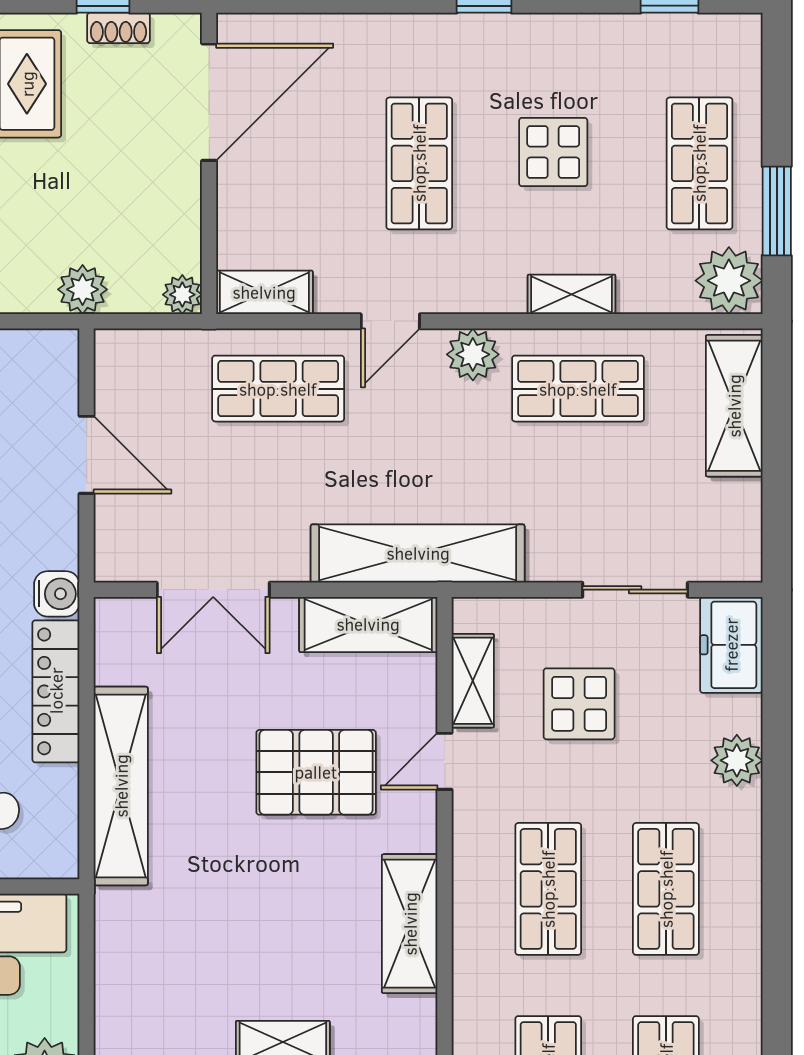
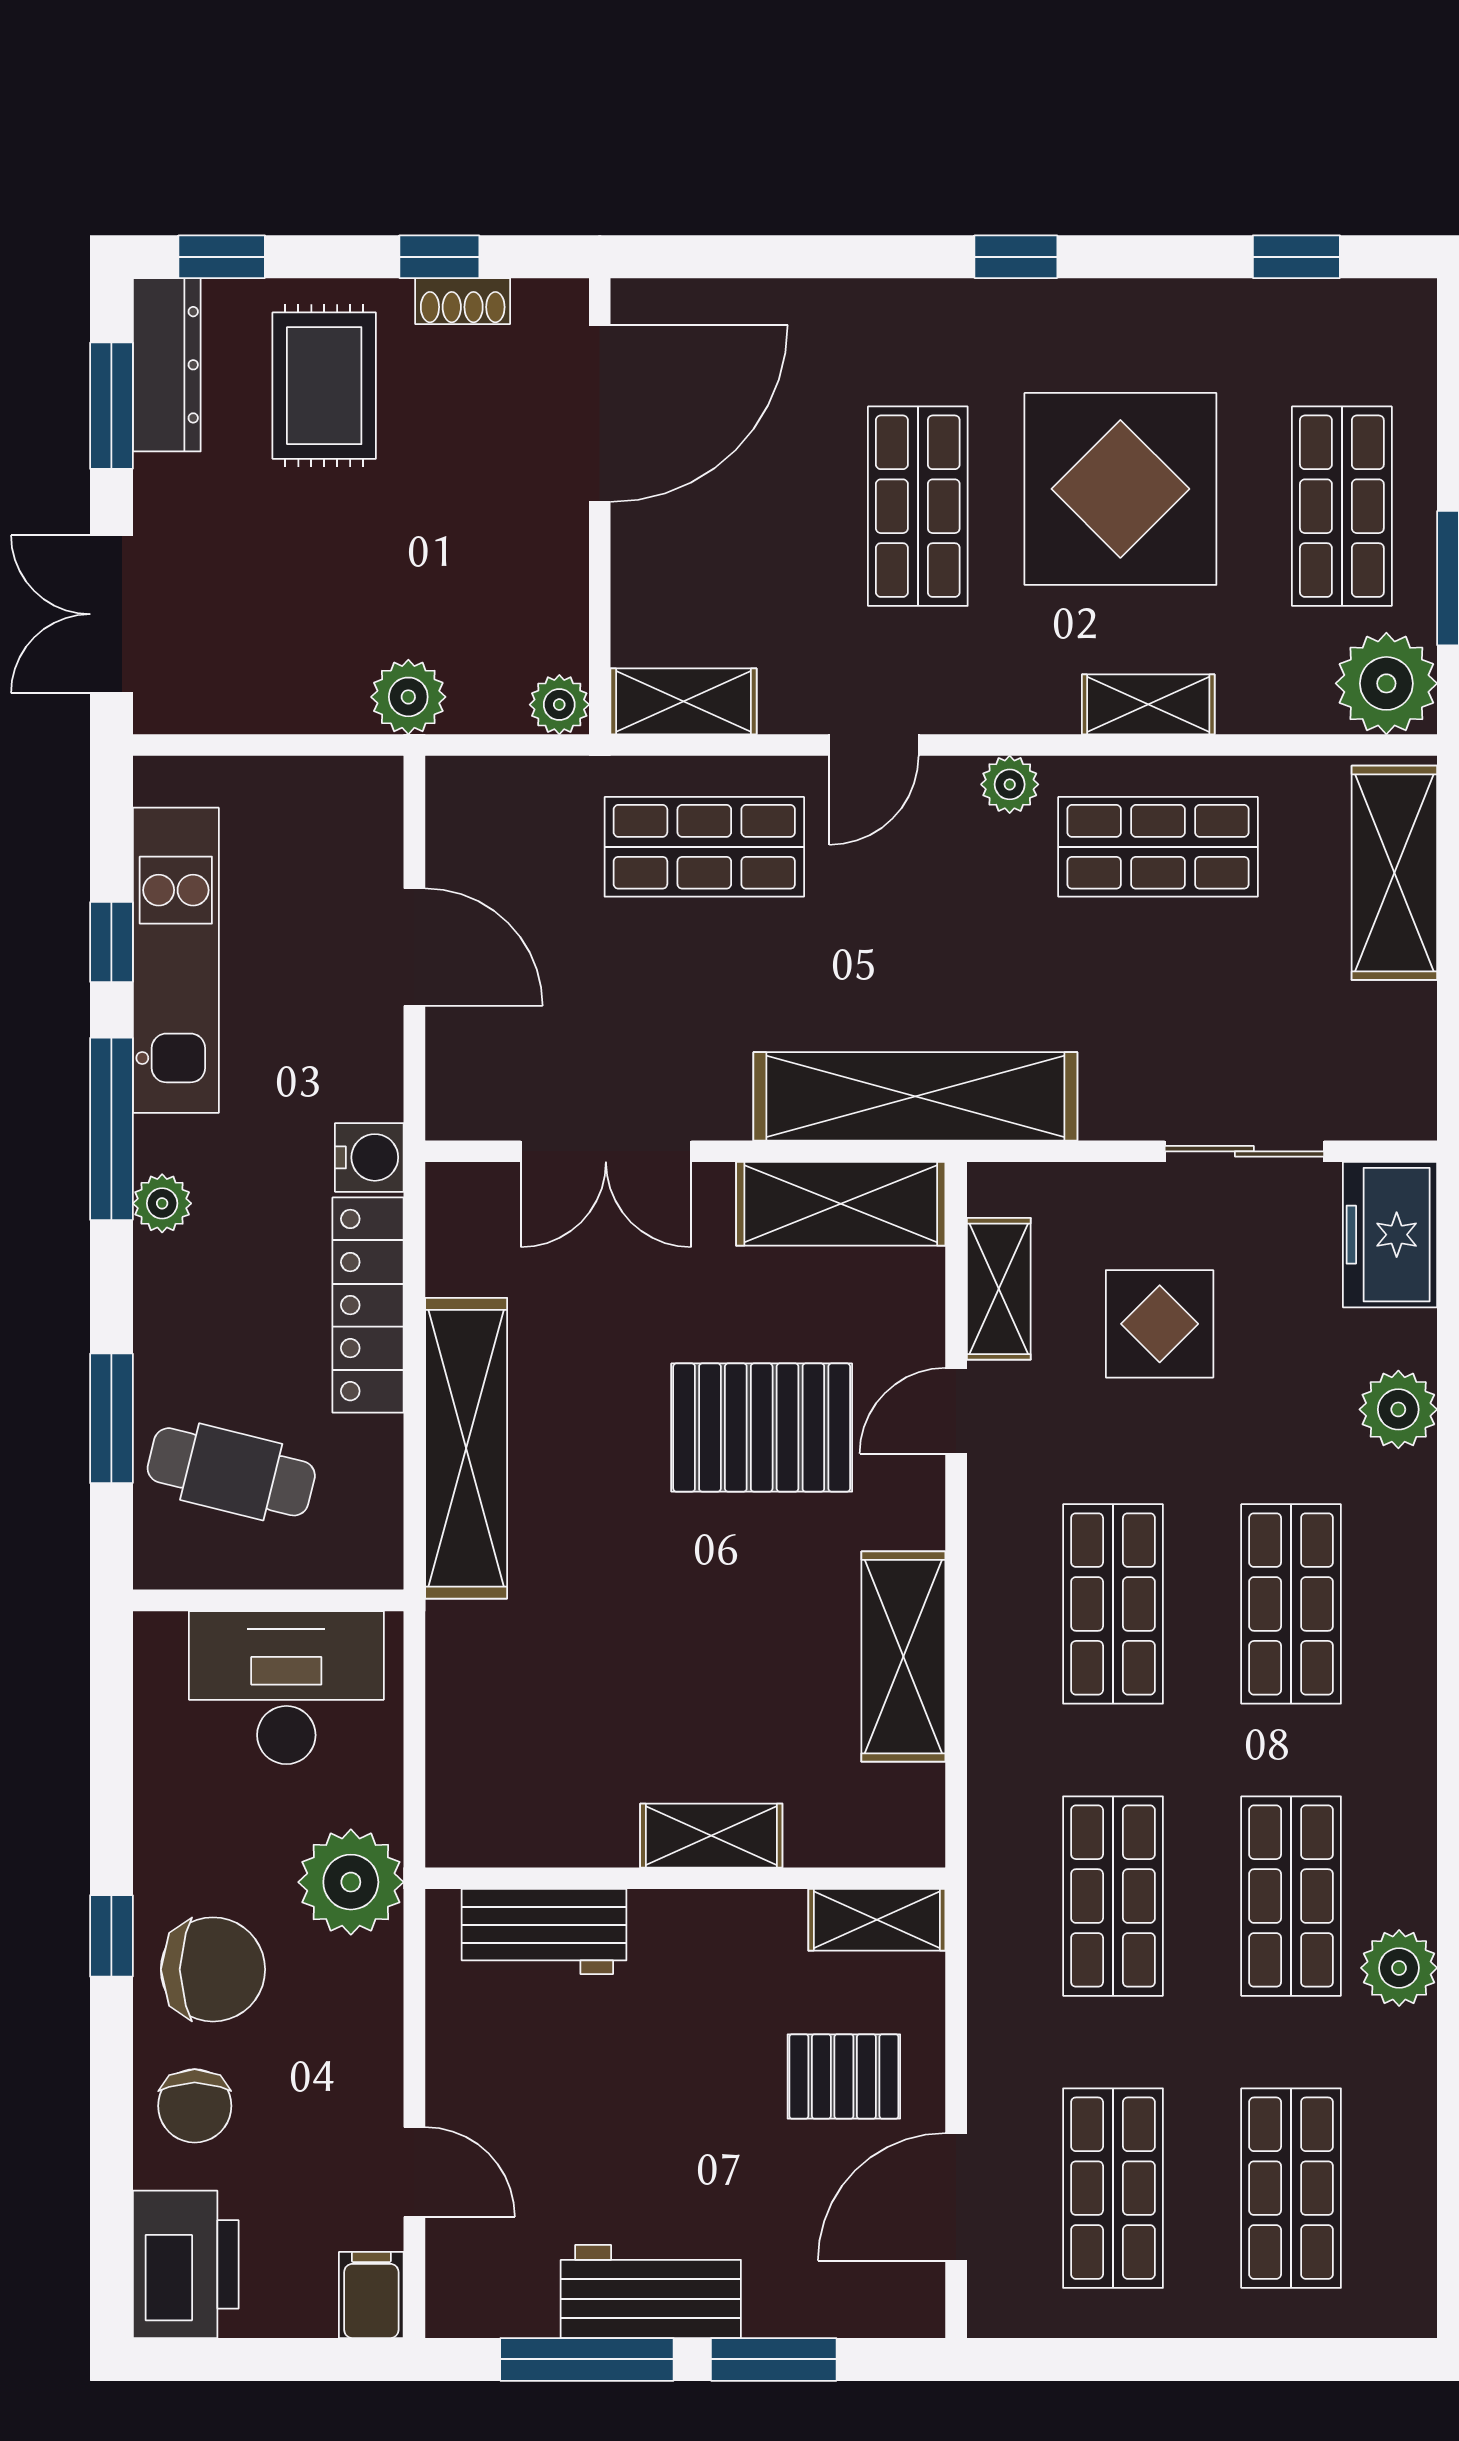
display table: (553, 152) -> (1120, 489), width x1.86, depth x1.86
plant: (473, 354) -> (1010, 784), width x0.73, depth x0.73

